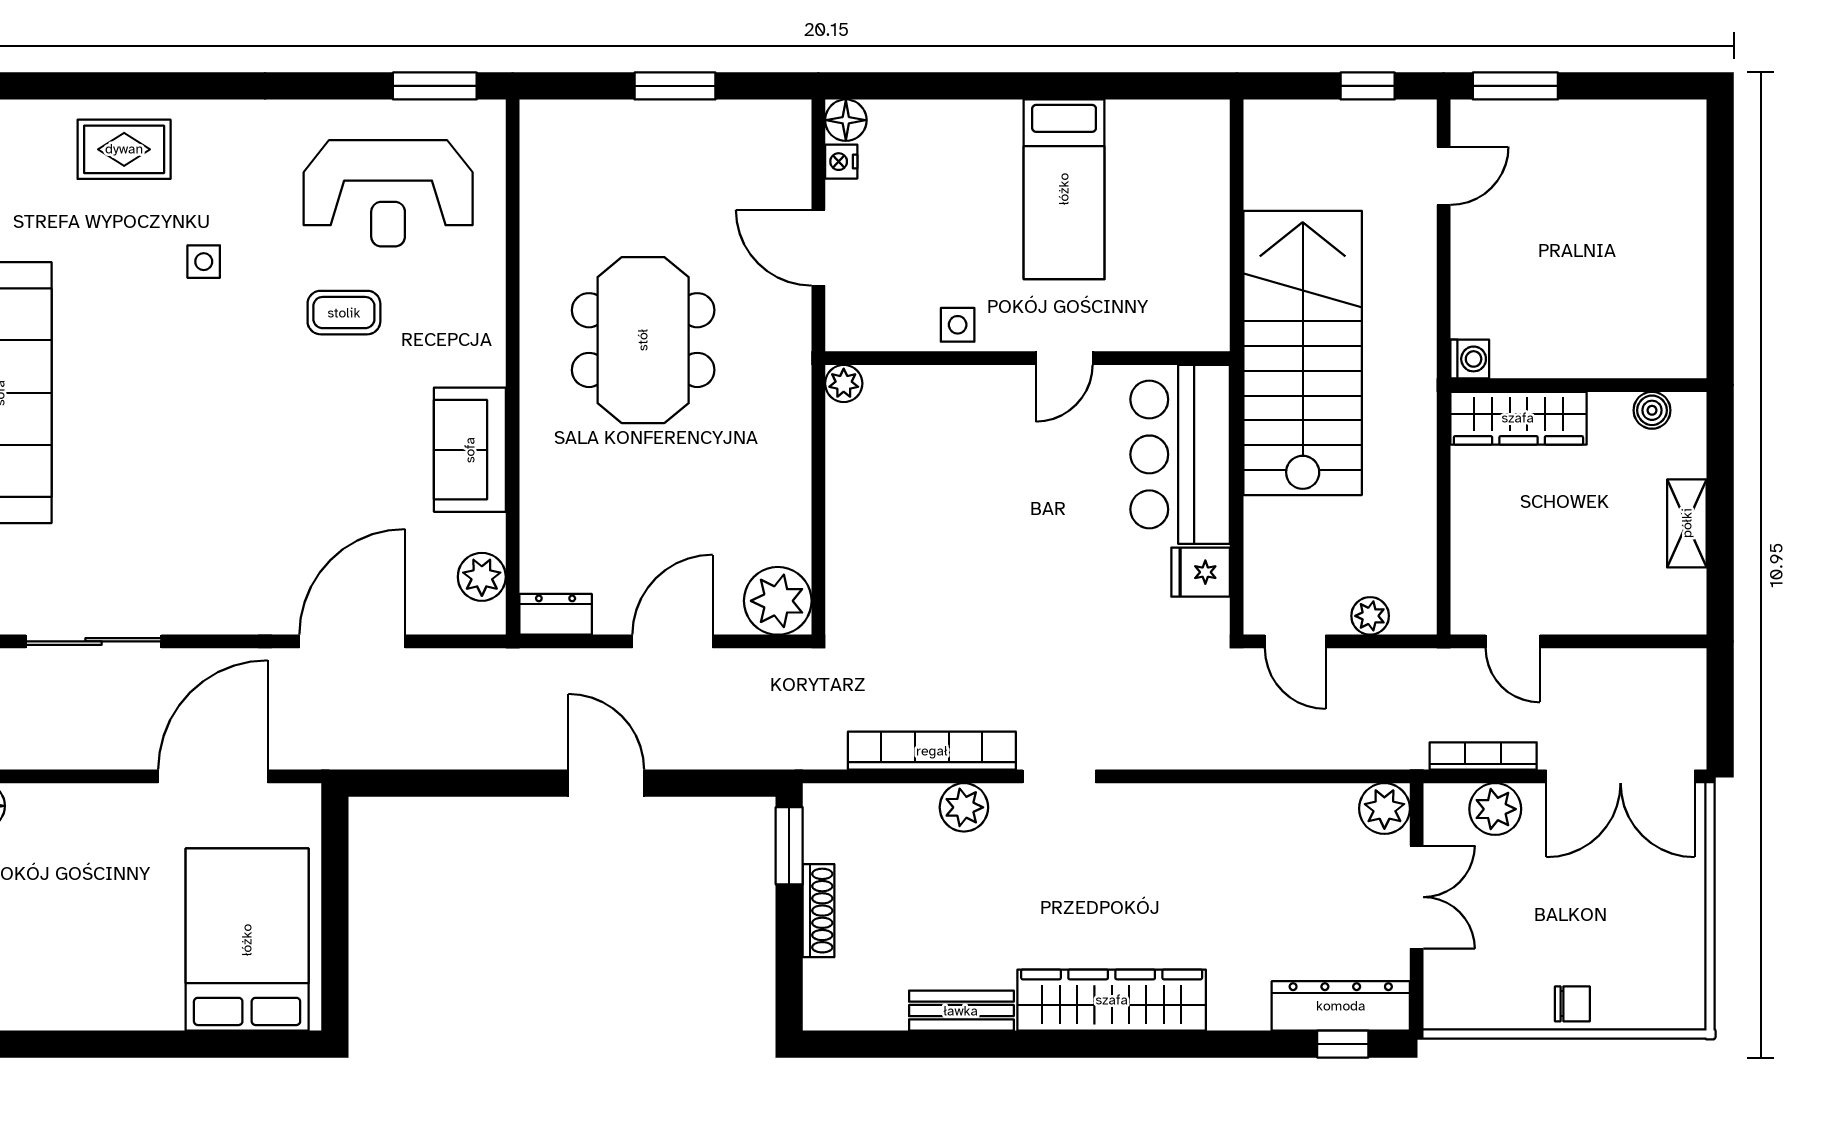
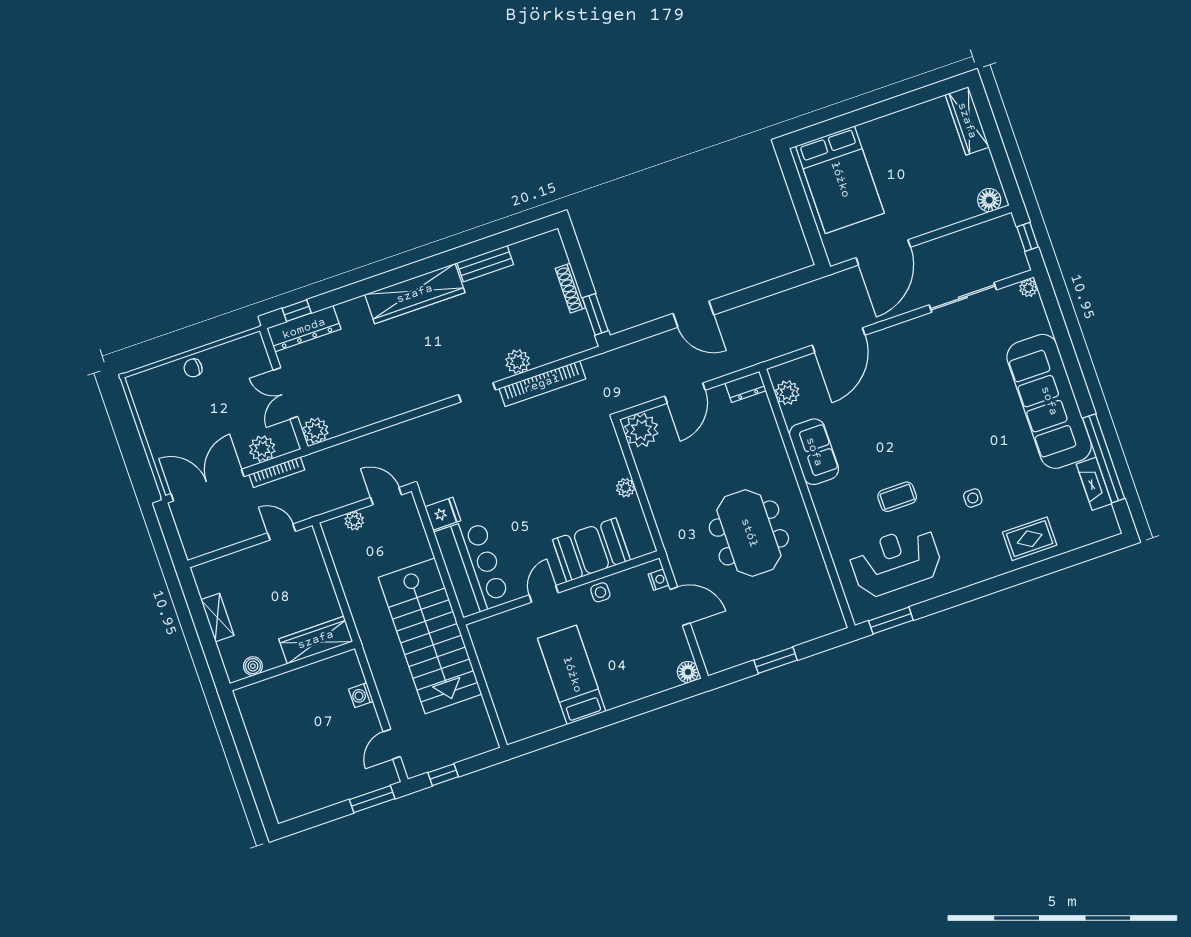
nightstand: (841, 162) -> (659, 580), moved
washing machine: (1470, 359) -> (361, 695), moved
plant: (844, 383) -> (626, 488), moved
booth: (947, 409) -> (591, 550), added

